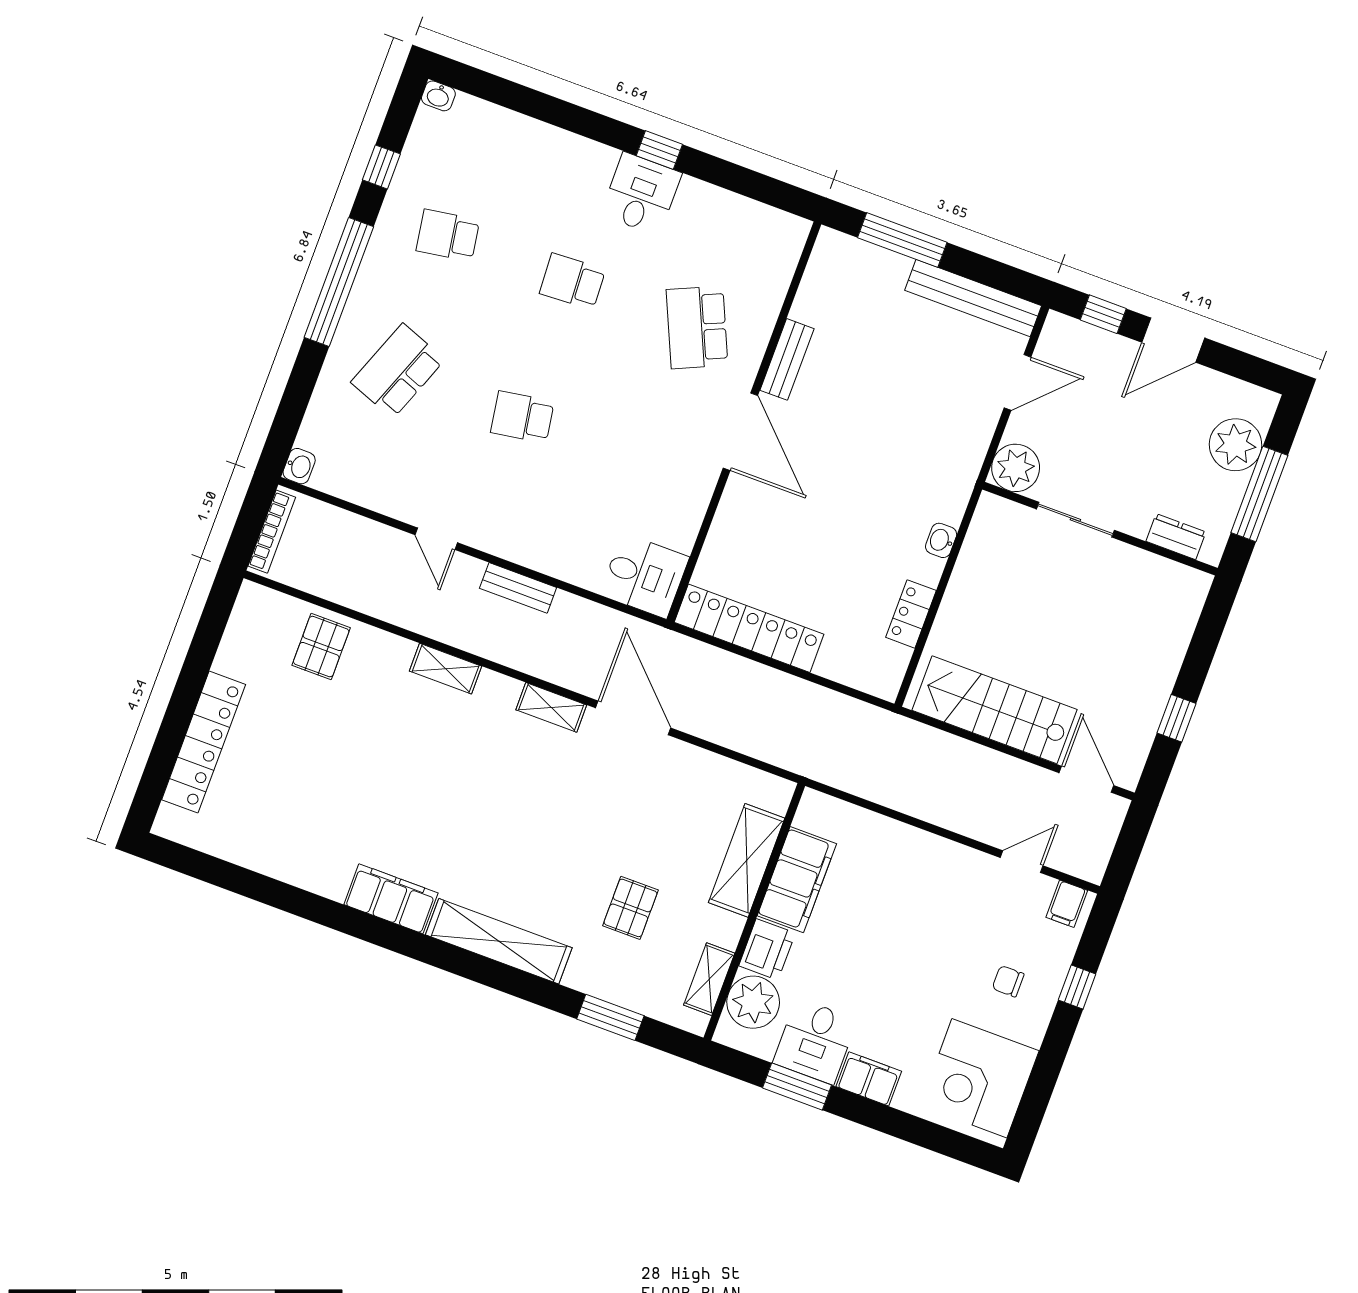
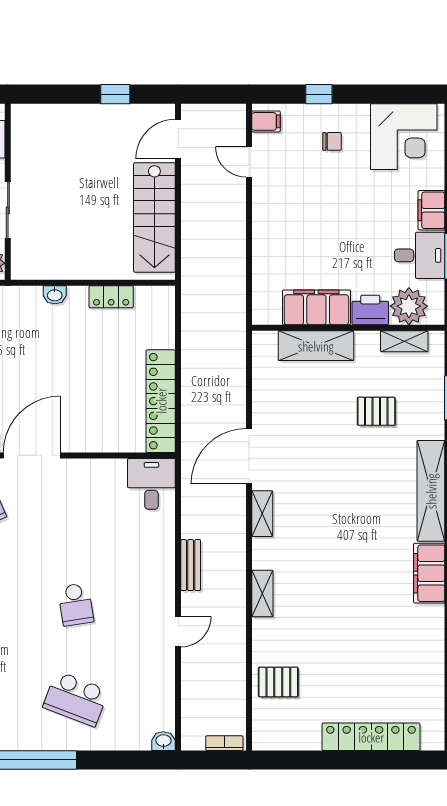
bookcase: (272, 532) -> (224, 743), width x0.64
chair: (1008, 981) -> (332, 141), turned -90

